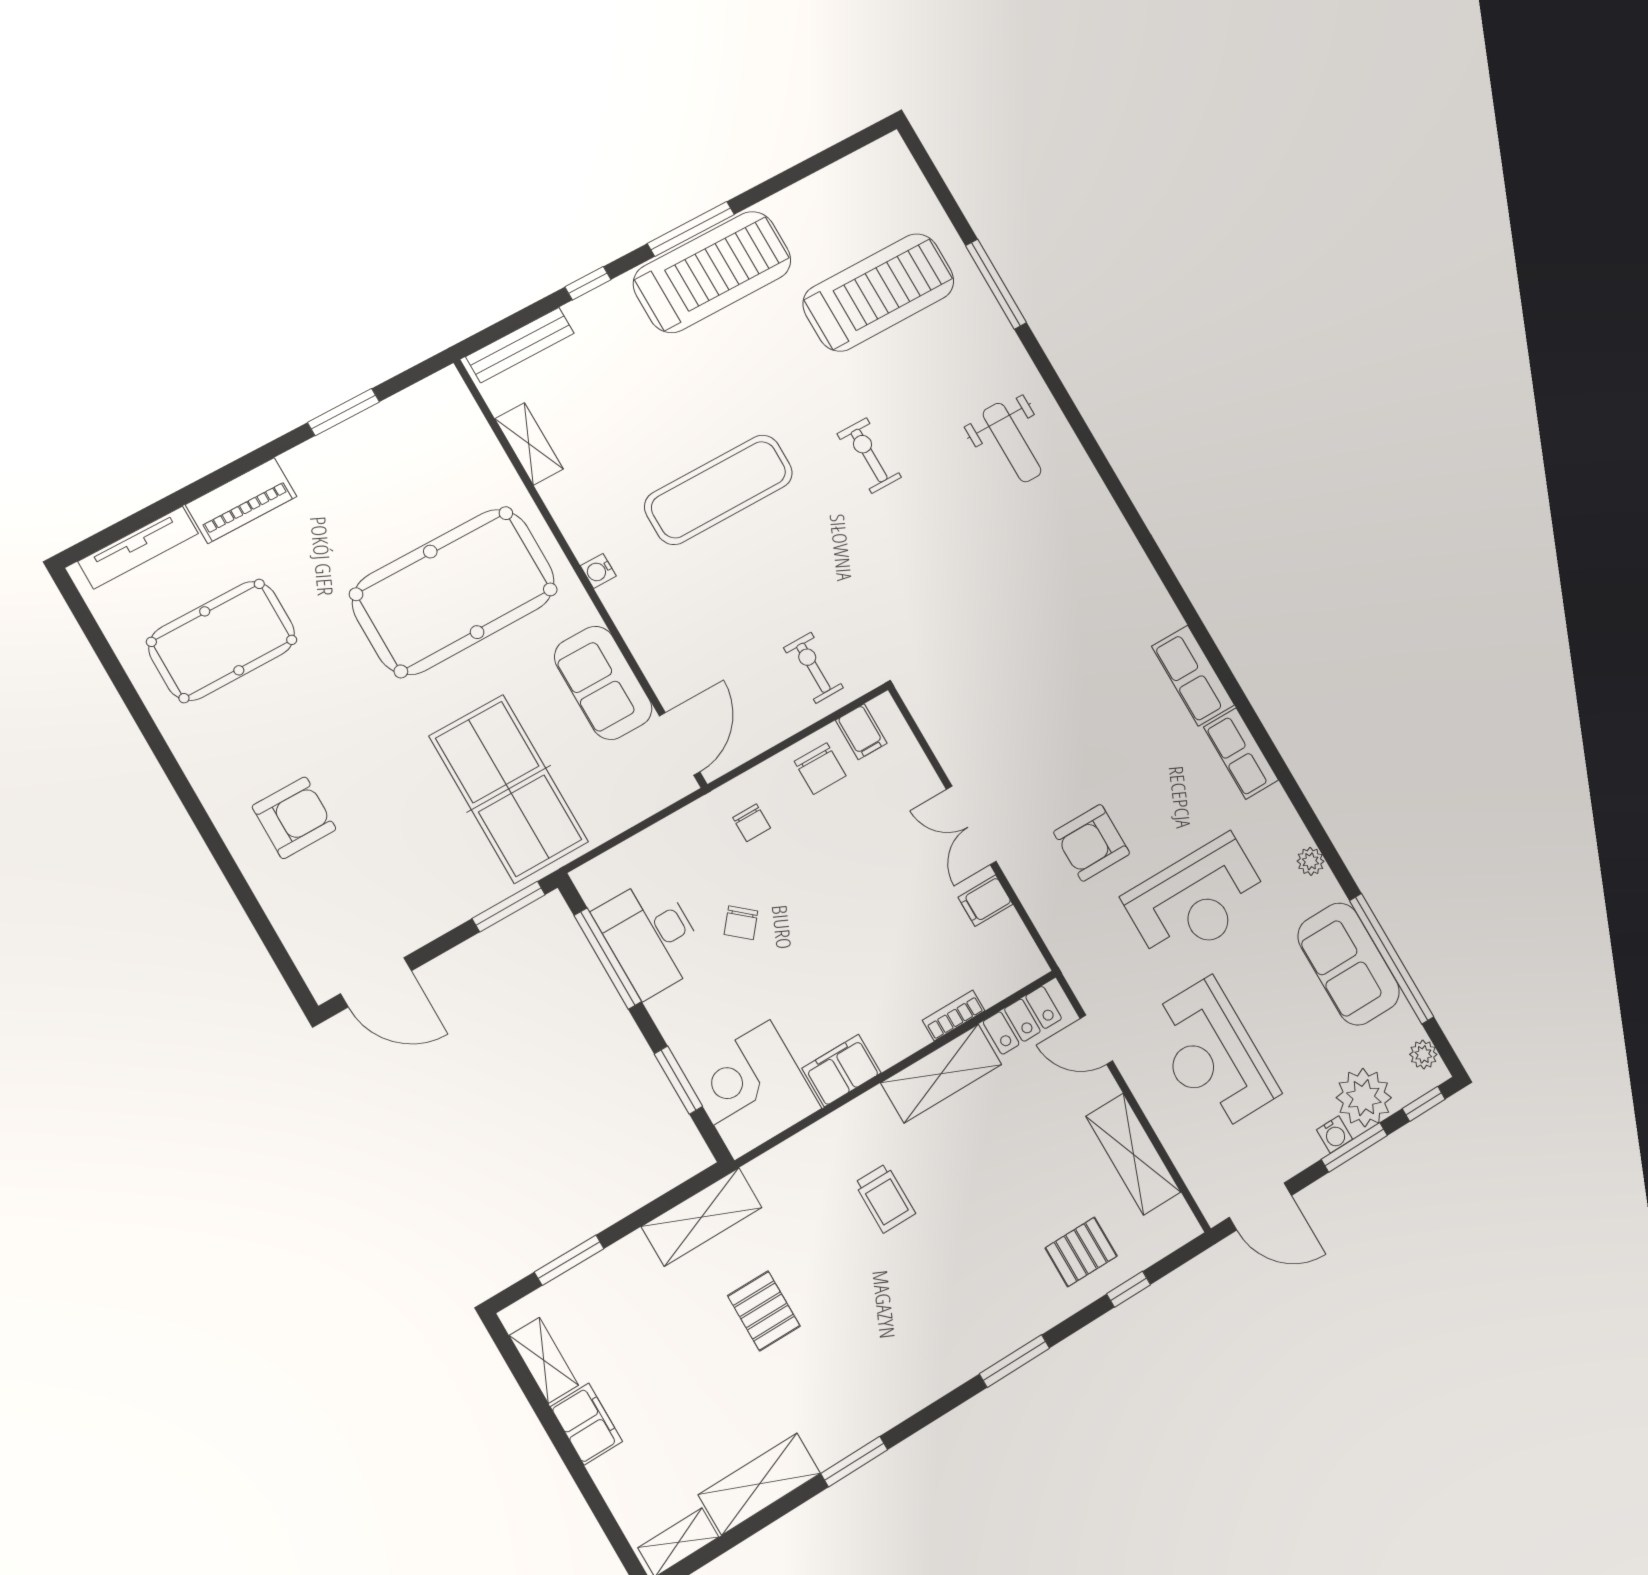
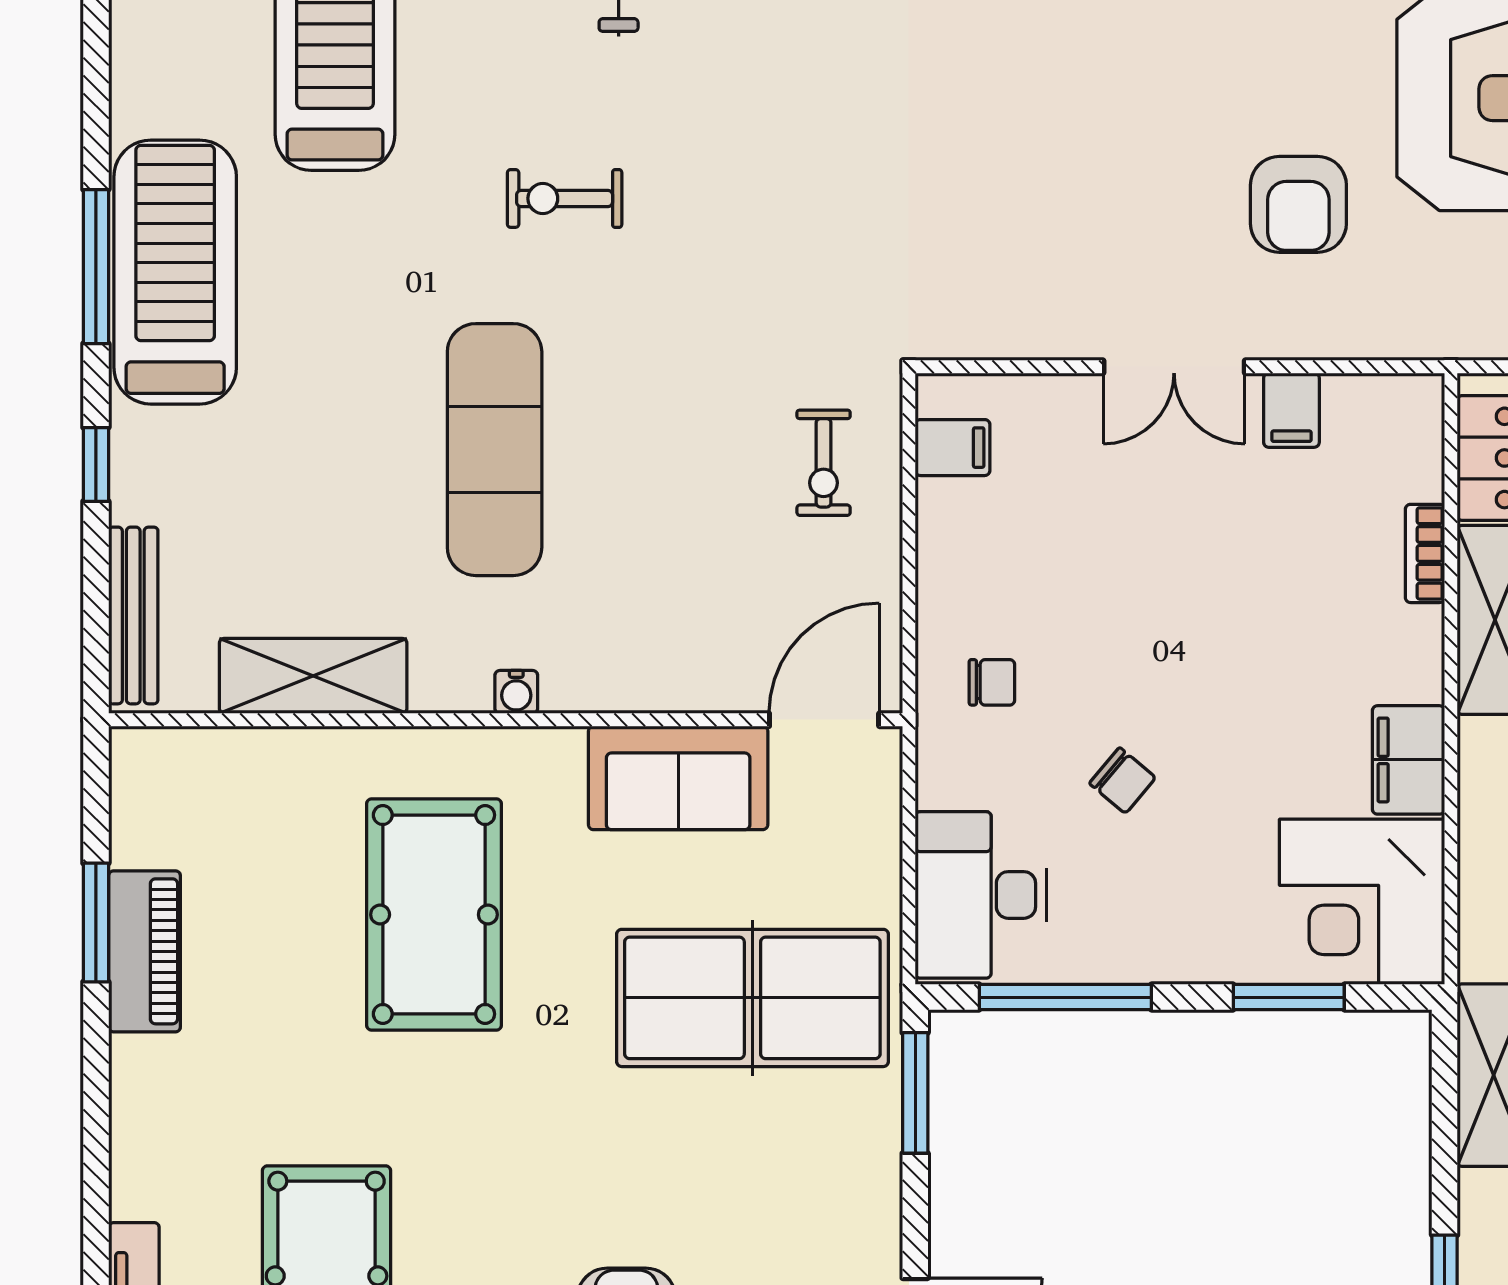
shelving: (529, 444) -> (313, 676), width x1.50, depth x1.33
piano: (241, 501) -> (145, 951), moved
pool table: (454, 592) -> (434, 915), width x0.73, depth x0.76
exercise bike: (813, 668) -> (824, 463), turned -90
door: (680, 744) -> (824, 720), hinge flipped
chair: (820, 769) -> (971, 538), removed
desk: (651, 937) -> (981, 895), moved, turned 90

